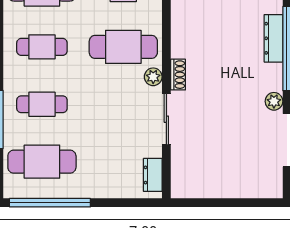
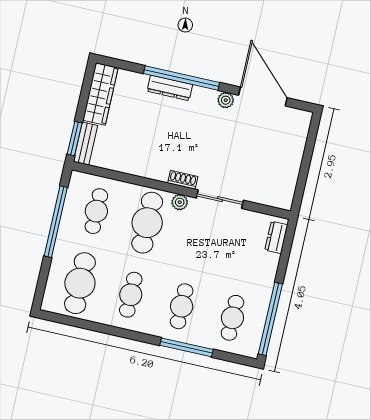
cafe table: (42, 162) -> (232, 318), width x0.73, depth x0.74
dresser: (153, 175) -> (276, 237), moved, turned 90

